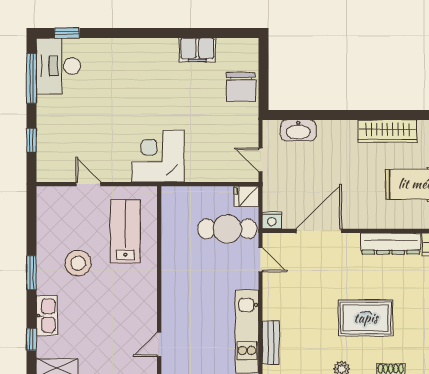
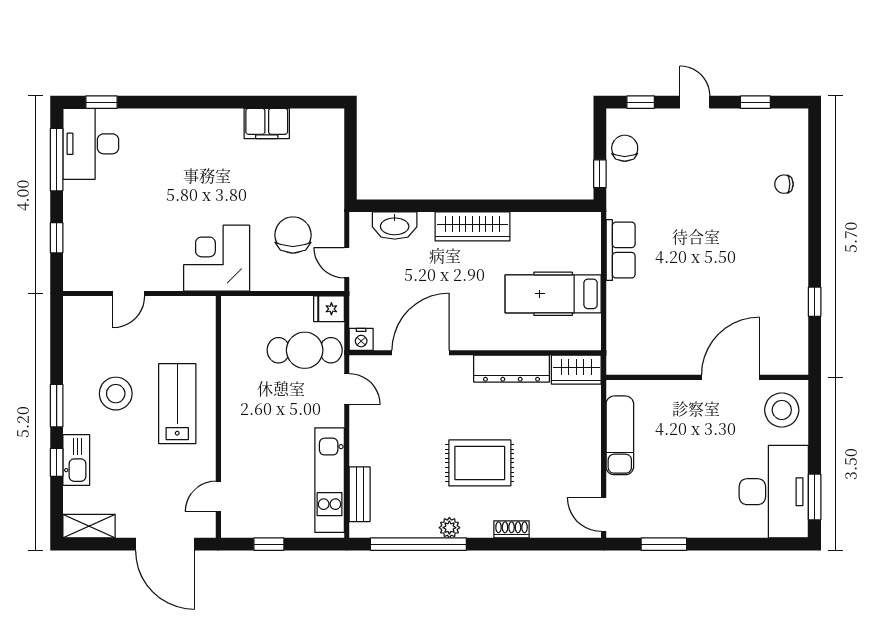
chair: (241, 87) -> (293, 235), moved, turned 180
wardrobe: (387, 131) -> (472, 226), moved
door: (88, 184) -> (129, 293), swing flipped
lab bench: (125, 231) -> (177, 404), moved
window: (31, 339) -> (57, 462), moved

